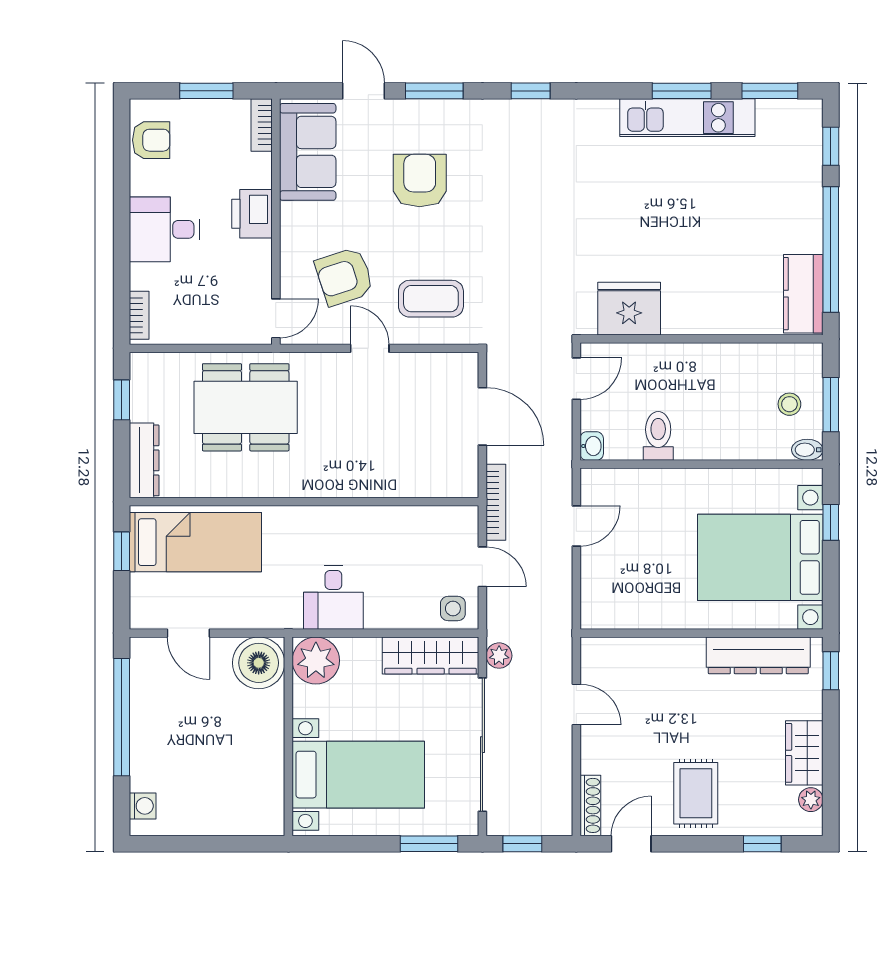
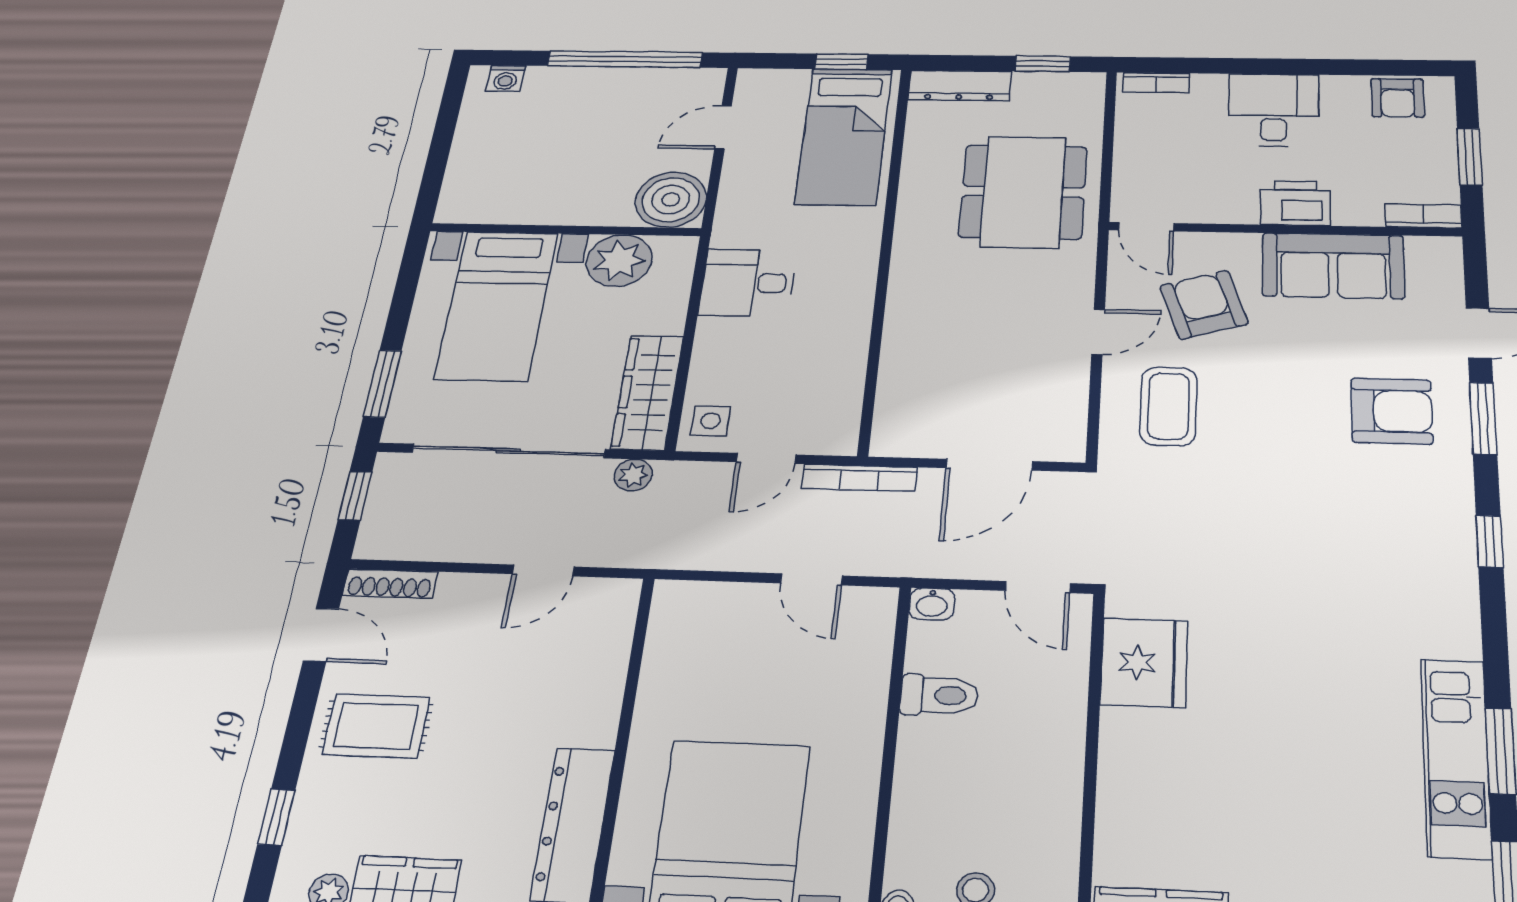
sofa: (308, 152) -> (1333, 266), moved
armchair: (420, 181) -> (1392, 411), moved
plant: (316, 660) -> (619, 261), moved

